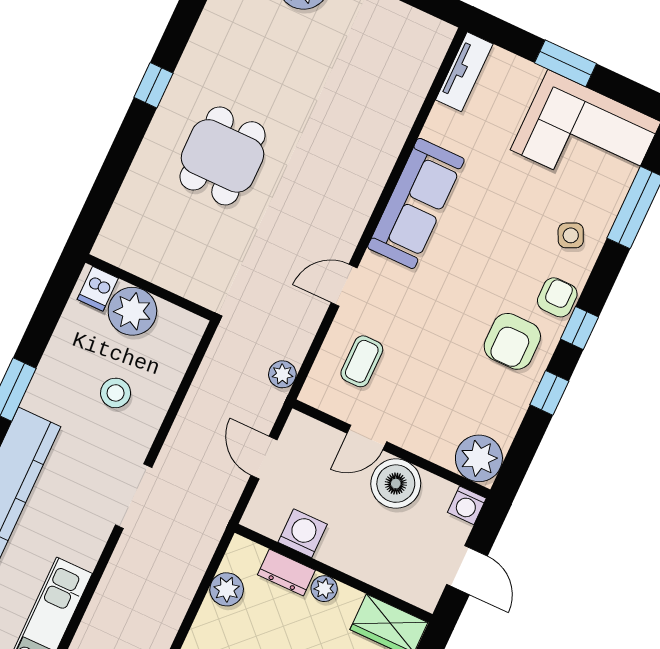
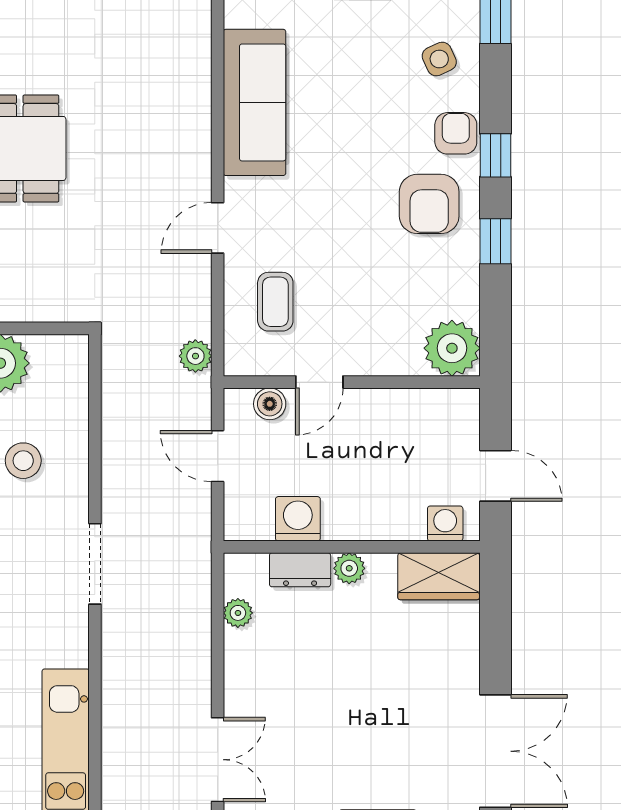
boiler: (396, 484) -> (270, 404), moved, width x0.54, depth x0.54
washing machine: (467, 505) -> (445, 524), moved, turned 180
plant: (227, 589) -> (238, 613), width x0.73, depth x0.73

